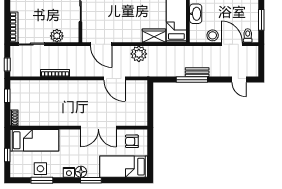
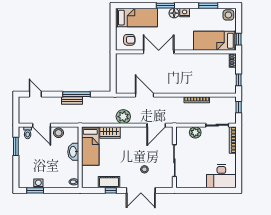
door: (101, 44) -> (156, 125), swing flipped
window: (7, 155) -> (239, 39), moved
side table: (40, 169) -> (228, 15), moved

